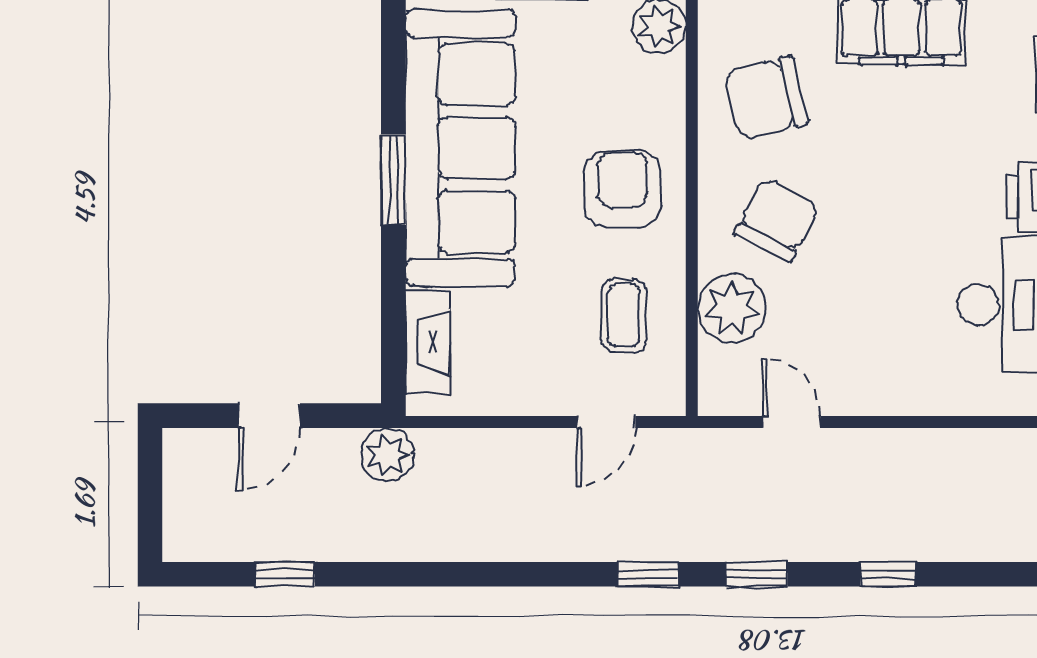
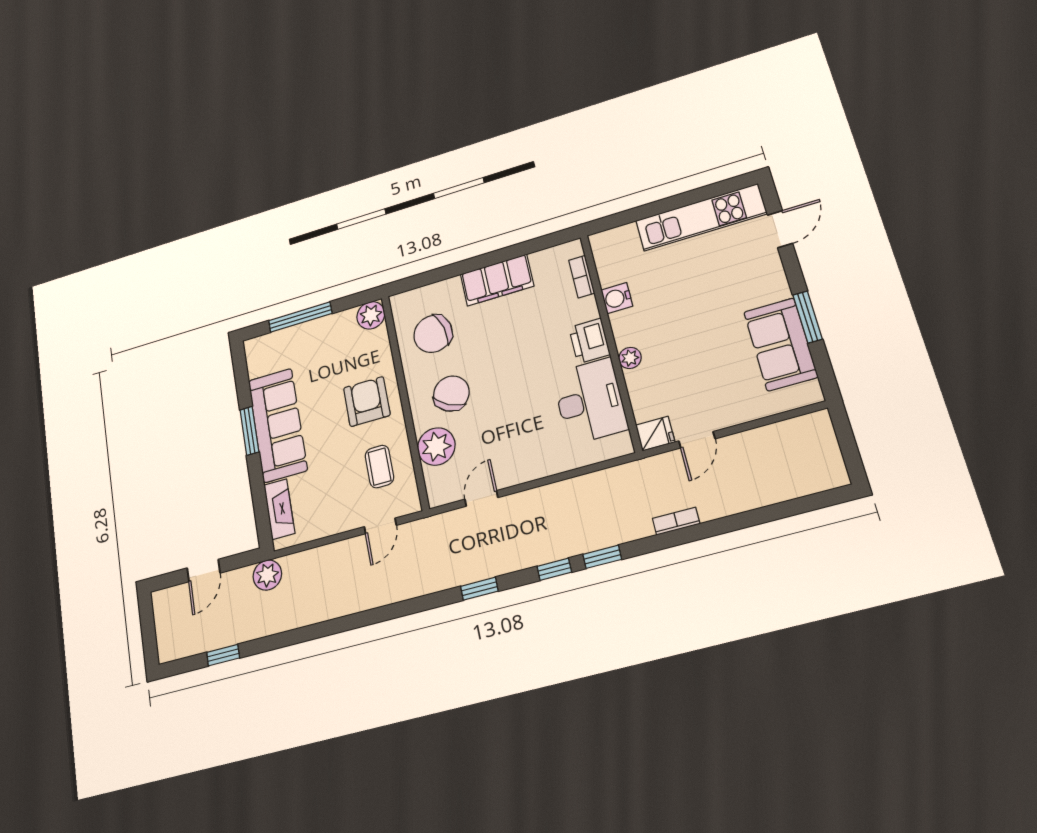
sofa: (460, 148) -> (278, 425), width x0.74, depth x0.79
door: (792, 422) -> (481, 498), hinge flipped
window: (648, 574) -> (602, 557), moved

